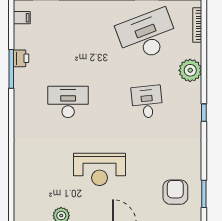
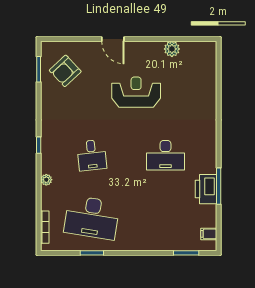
desk: (147, 35) -> (92, 218), turned 30
printer: (21, 58) -> (206, 189), width x1.87, depth x1.48
plant: (190, 70) -> (46, 180), width x0.53, depth x0.53
armchair: (175, 192) -> (65, 71), turned 47

